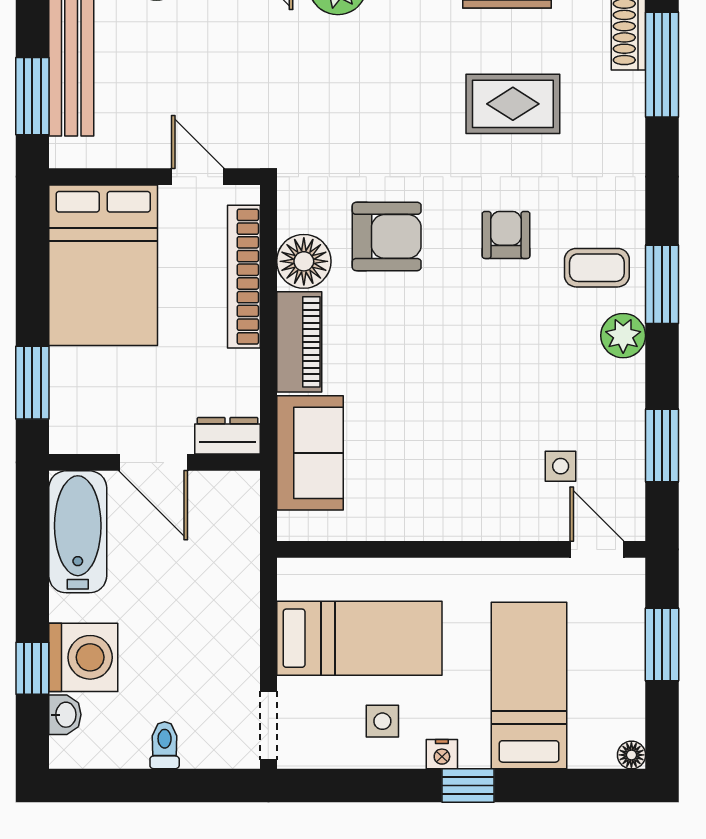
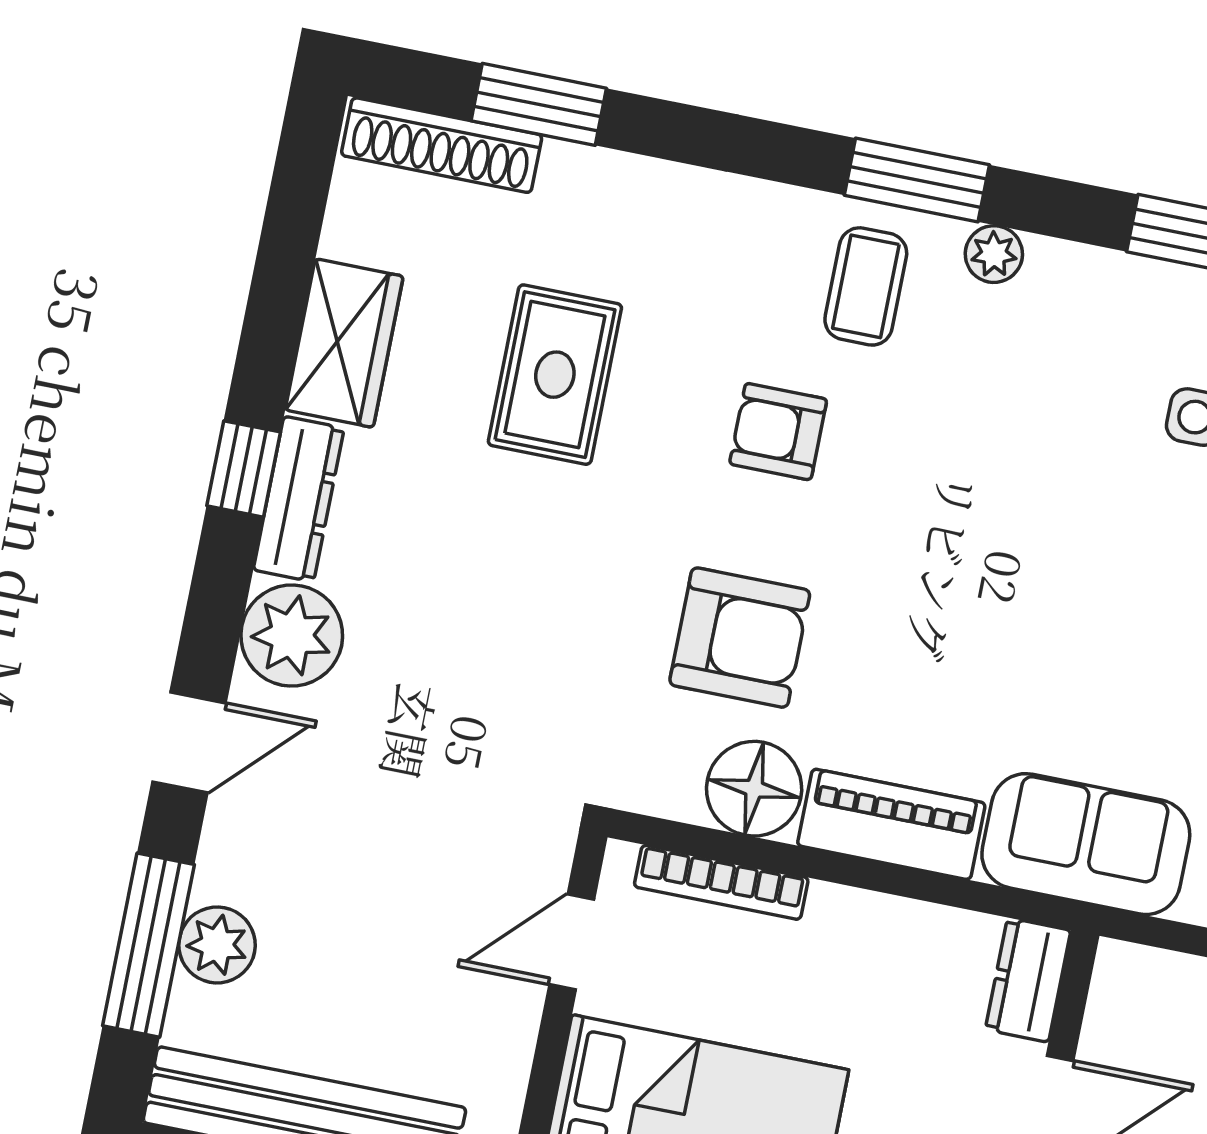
window: (662, 65) -> (539, 104), width x0.69
armchair: (387, 236) -> (740, 638), turned 90
bookcase: (244, 277) -> (721, 882), width x0.68, depth x0.76
plant: (623, 336) -> (994, 254), width x0.73, depth x0.73

